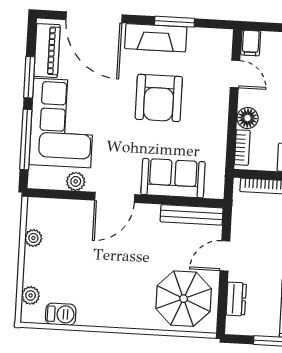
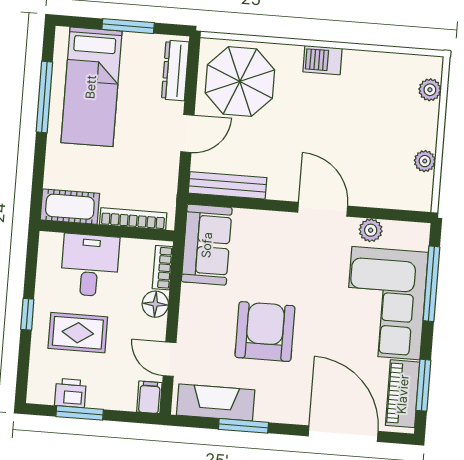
fireplace: (156, 38) -> (216, 402), moved
window: (29, 77) -> (423, 385), moved
sofa: (173, 178) -> (207, 245), moved, turned -90
door: (115, 197) -> (323, 209), hinge flipped
dresser: (236, 299) -> (175, 71), width x1.44
barbecue: (61, 314) -> (323, 60), moved

